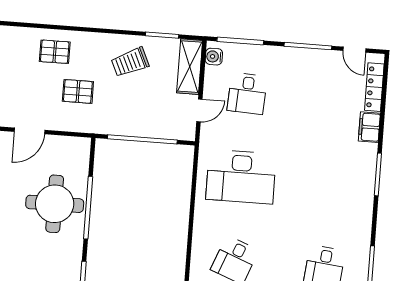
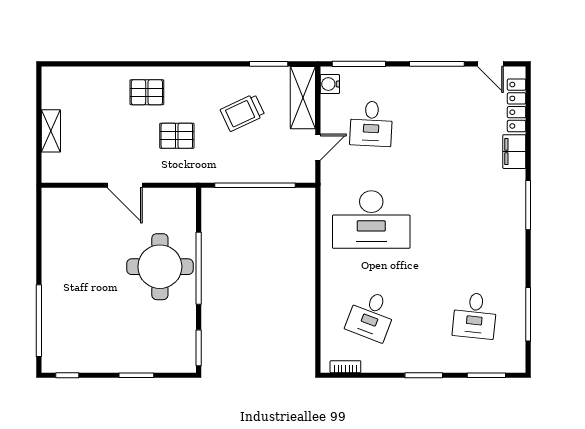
trolley: (130, 62) -> (242, 113), moved
door: (29, 131) -> (125, 185), hinge flipped

